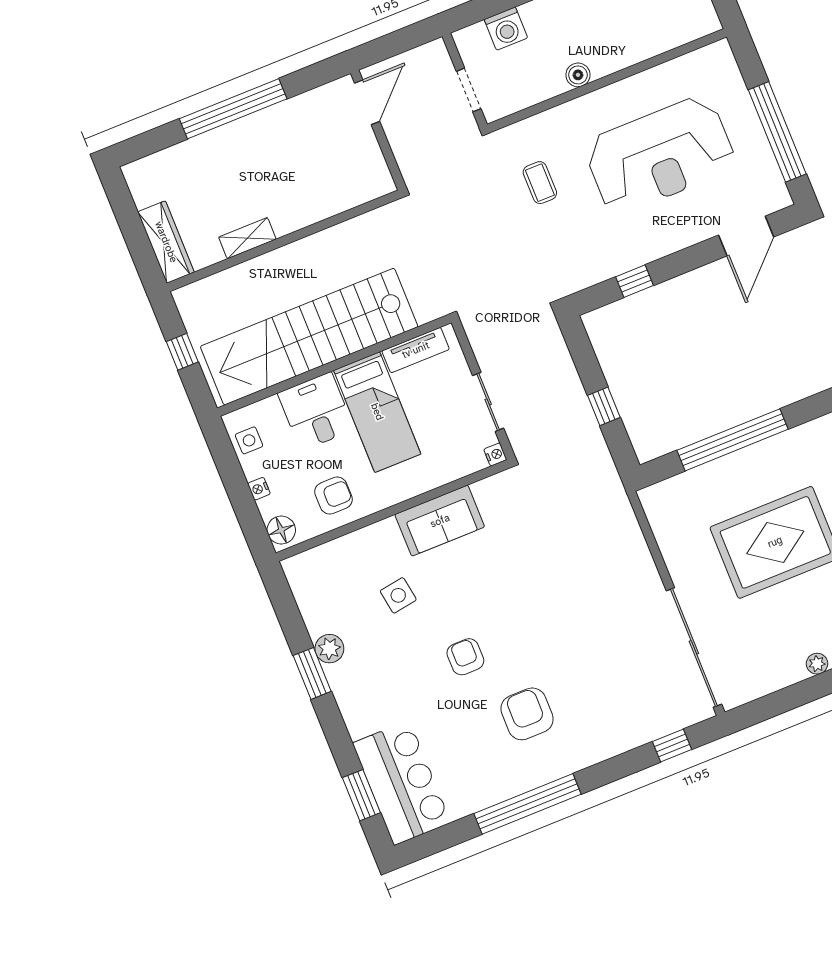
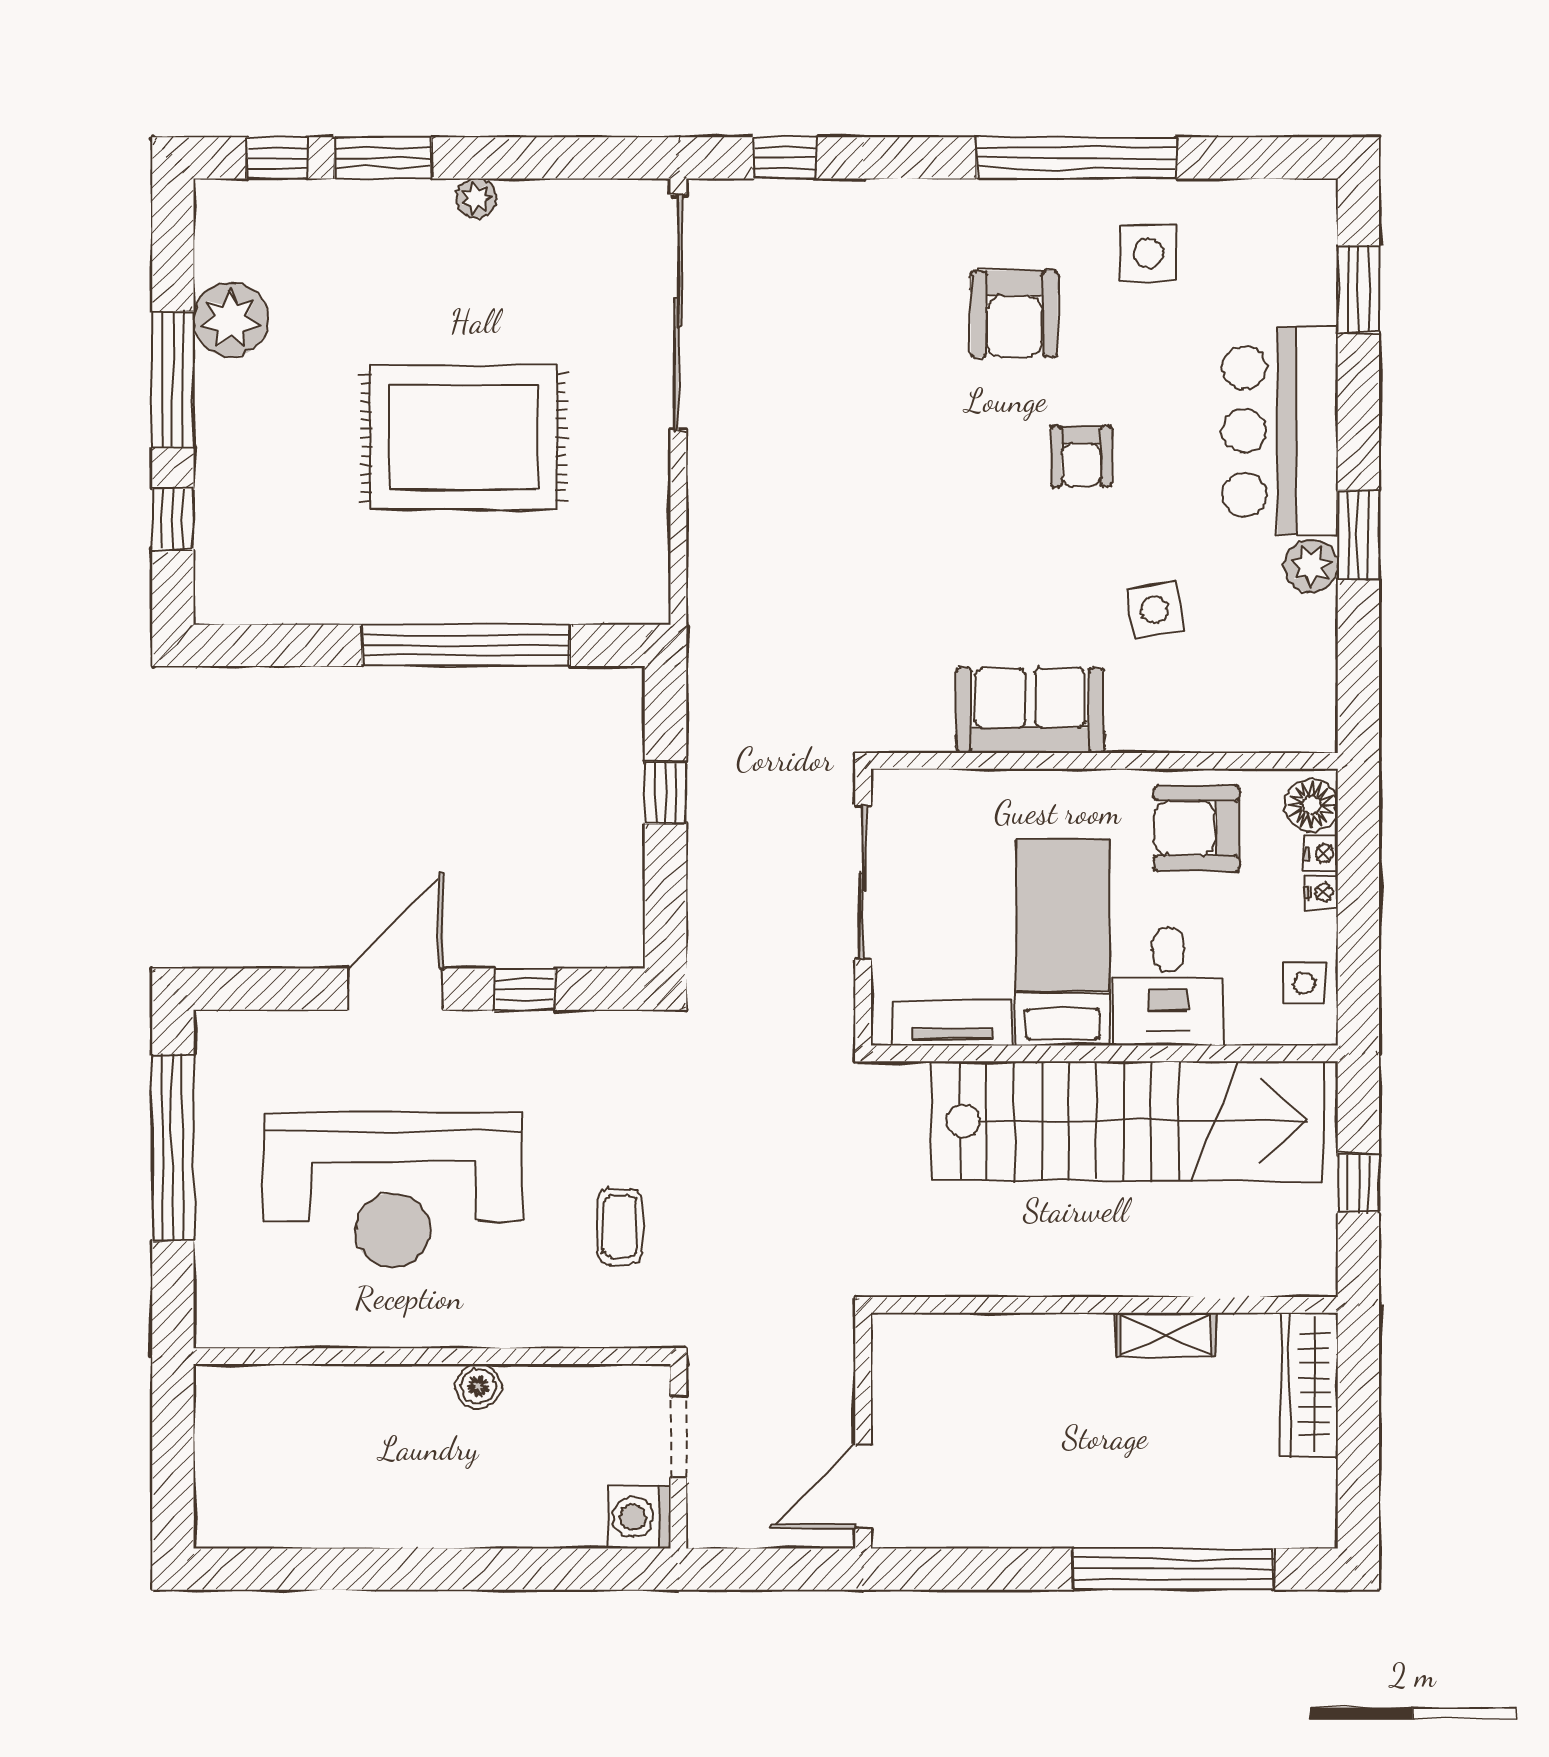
washing machine: (506, 29) -> (639, 1517), moved, turned -90
window: (233, 109) -> (1174, 1569), moved
reception desk: (660, 155) -> (392, 1190), turned 180
door: (746, 236) -> (395, 989), moved
sliding door: (488, 402) -> (863, 882), width x1.37
nightstand: (495, 454) -> (1321, 853), moved, turned 180
armchair: (334, 496) -> (1197, 828), width x1.38, depth x1.38
side table: (473, 771) -> (1148, 253), added
bar counter: (402, 783) -> (1280, 431), moved

